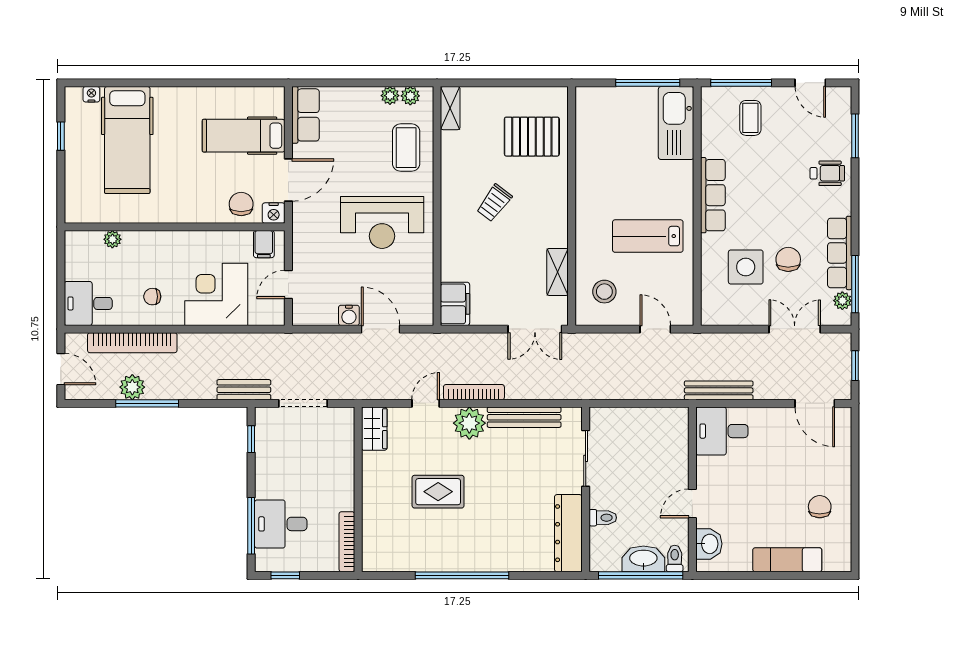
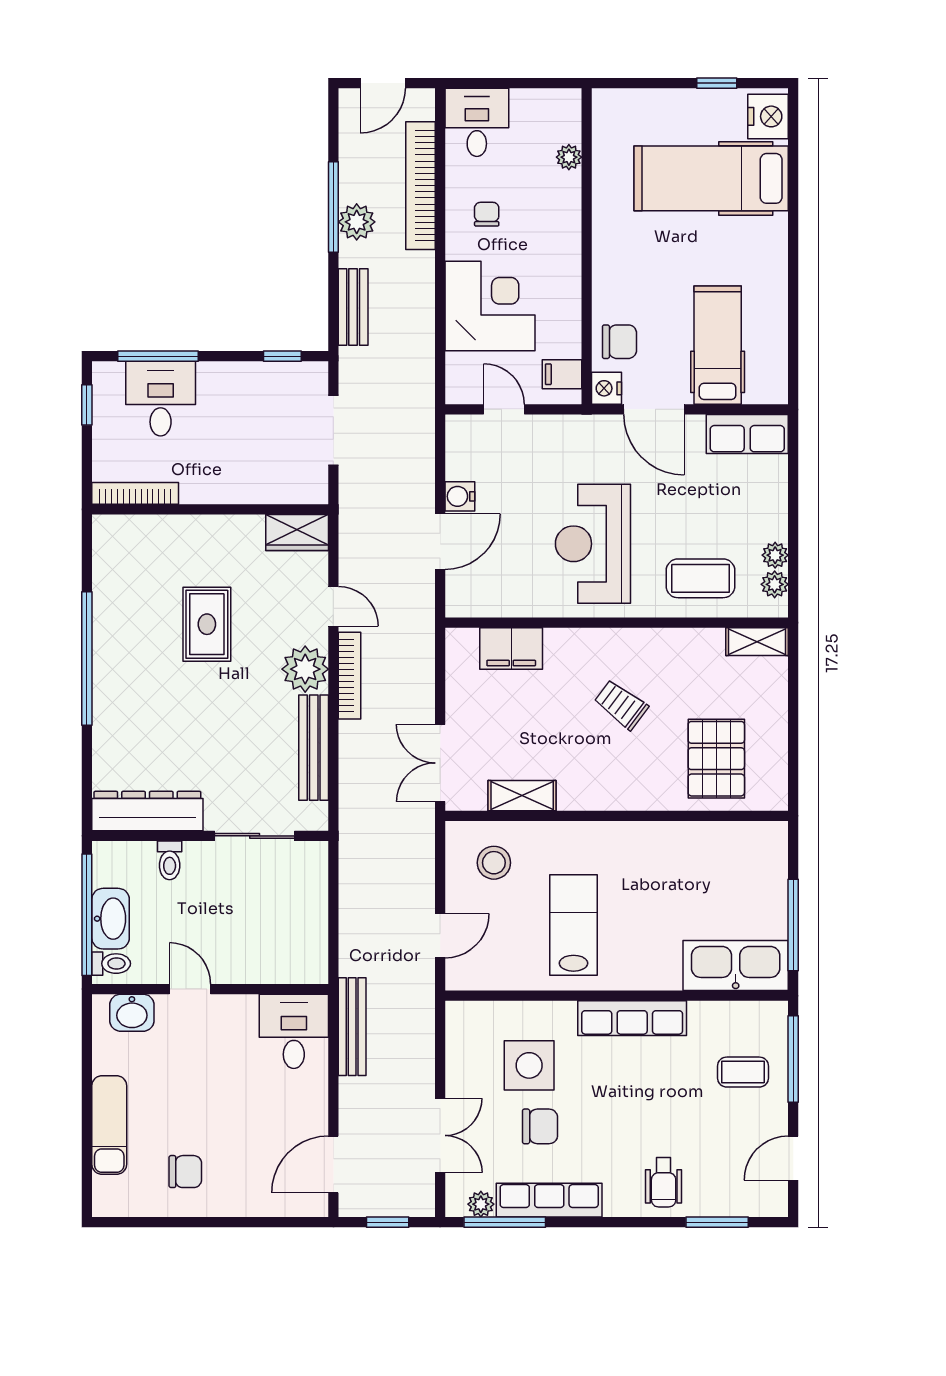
nightstand: (91, 94) -> (768, 116), width x1.89, depth x1.79
filing cabinet: (455, 304) -> (511, 648), moved
plant: (132, 387) -> (357, 222), moved
bench: (244, 390) -> (353, 307), moved

